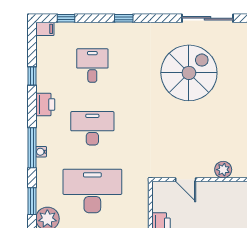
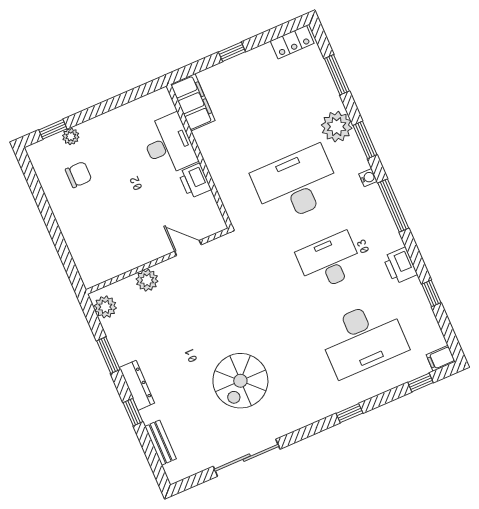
desk: (92, 66) -> (363, 338), width x1.87, depth x1.30
spiral stairs: (189, 73) -> (240, 381), width x0.73, depth x0.73
desk: (92, 128) -> (330, 261), turned 180
water cooler: (41, 152) -> (368, 178), moved
desk: (92, 191) -> (296, 184), turned 180

